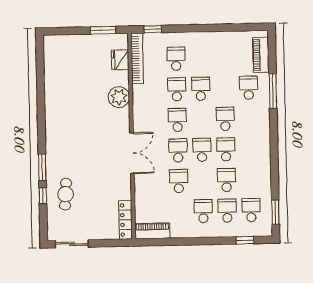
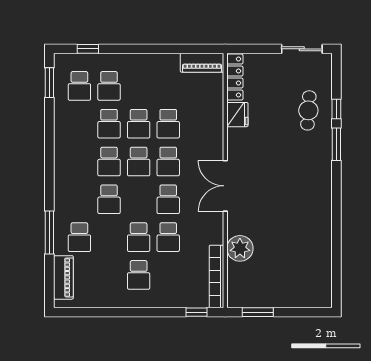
school desk: (176, 59) -> (139, 275), moved
fridge: (120, 60) -> (237, 115), moved
plant: (119, 97) -> (240, 248), moved
double door: (132, 153) -> (225, 186), moved
school desk: (203, 211) -> (139, 124), moved

